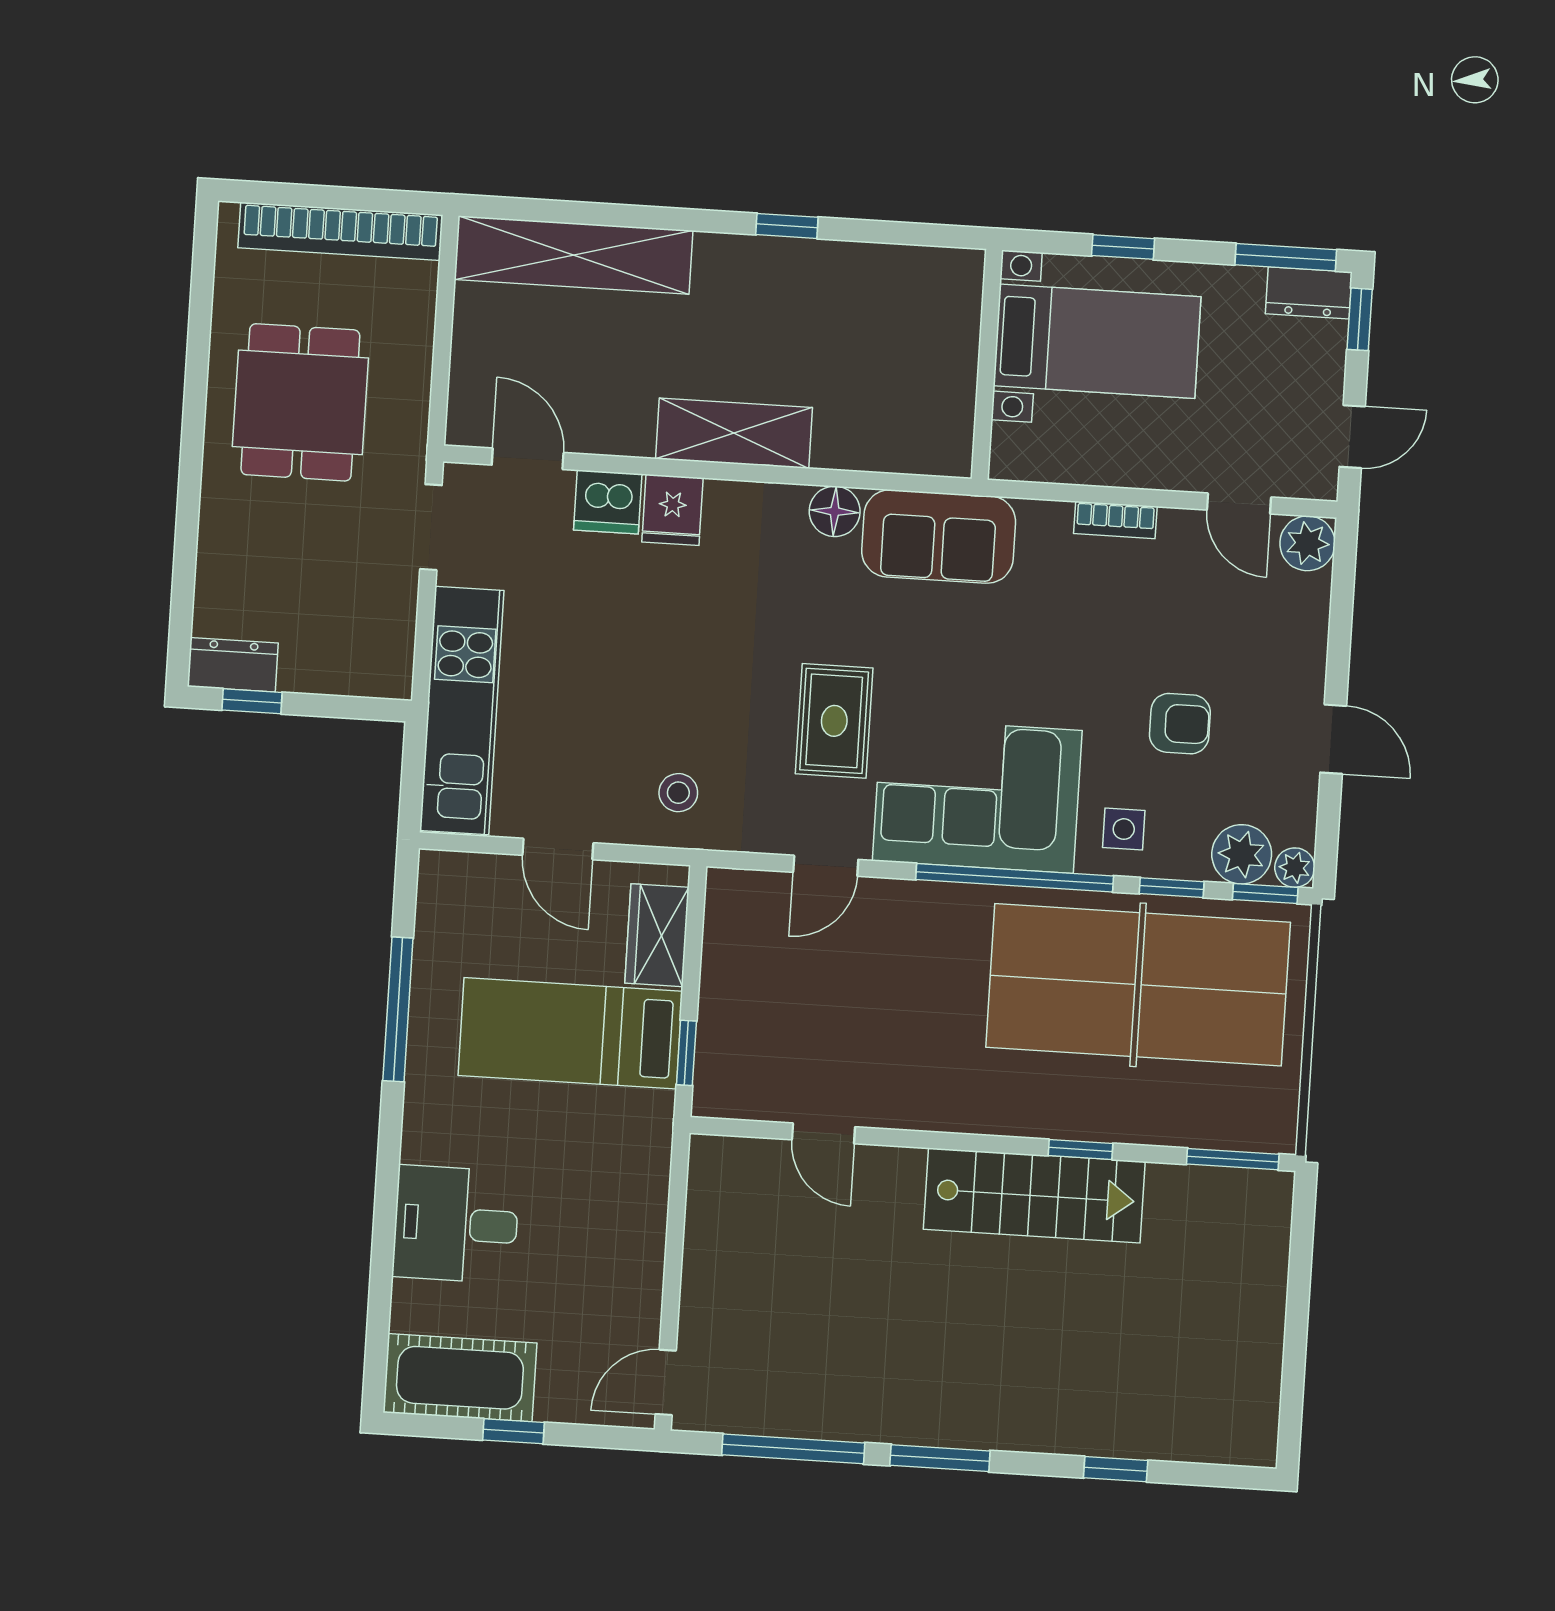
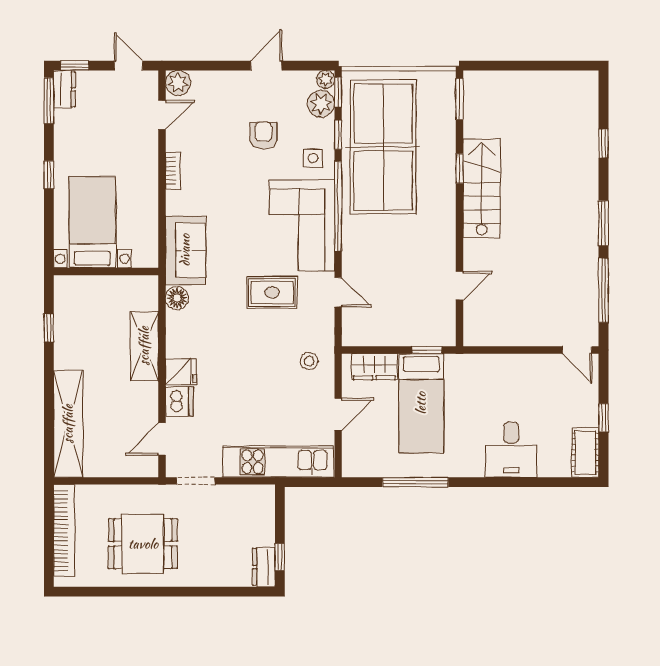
bed with nightstands: (1097, 341) -> (92, 222), moved
wall: (987, 364) -> (106, 271), moved
cot: (460, 1378) -> (585, 453), width x0.73, depth x0.75

